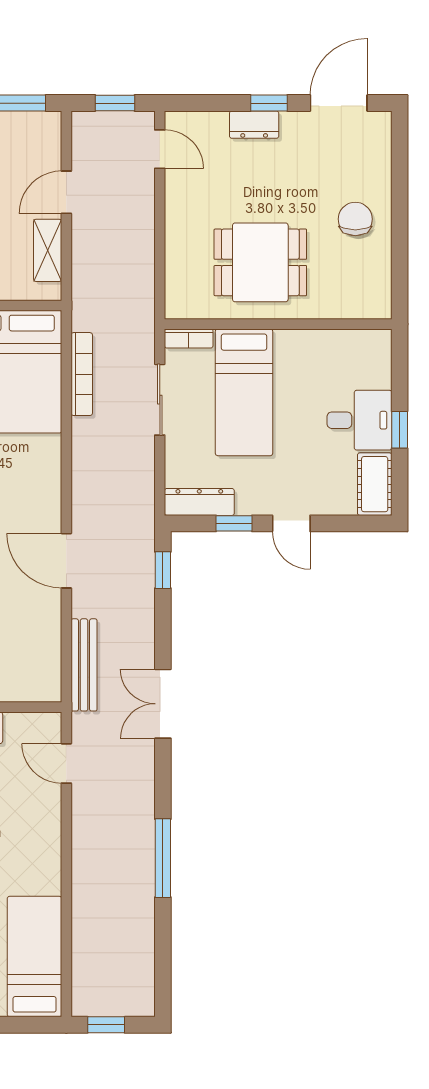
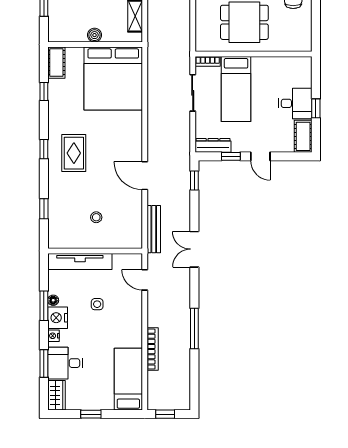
bookcase: (82, 374) -> (153, 349), moved

